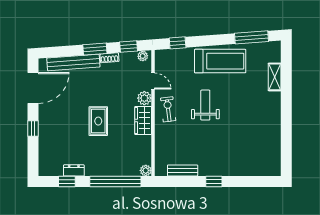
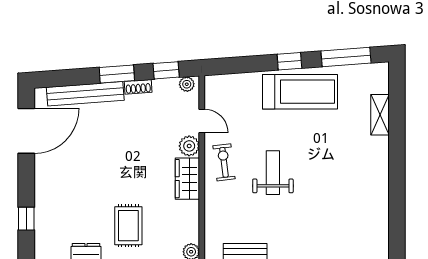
window: (178, 43) -> (289, 61), moved
weight bench: (205, 105) -> (273, 173), moved
rug: (98, 121) -> (128, 226), moved
window: (33, 129) -> (26, 219), moved

